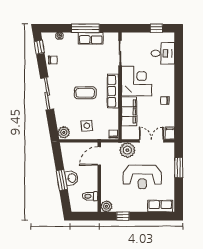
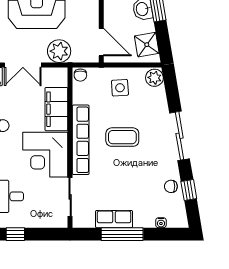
window: (39, 47) -> (189, 190), moved
row of seats: (113, 91) -> (81, 140), width x1.36
shower: (69, 154) -> (147, 45), added
door: (99, 156) -> (101, 42), hinge flipped

